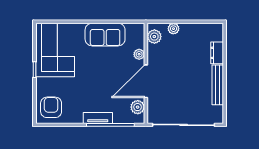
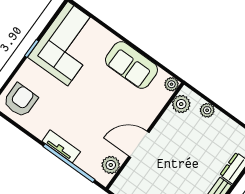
plant: (139, 54) -> (172, 84), moved
door: (146, 81) -> (139, 144), width x0.73

